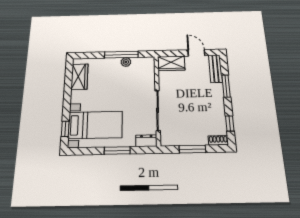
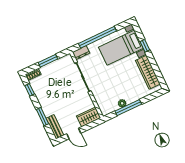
wardrobe: (80, 77) -> (148, 72), width x1.50
window: (65, 129) -> (145, 46), moved
window: (117, 151) -> (97, 37), width x2.11

